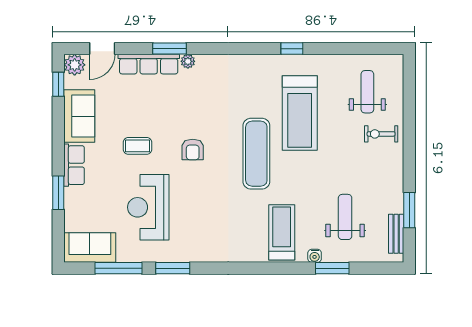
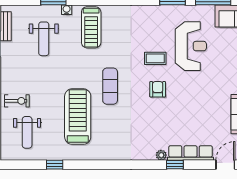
window: (170, 49) -> (175, 165), width x0.67
window: (292, 49) -> (55, 165), moved
coffee table: (137, 146) -> (155, 58), moved
exercise mat: (256, 154) -> (110, 86), width x0.73, depth x0.69

